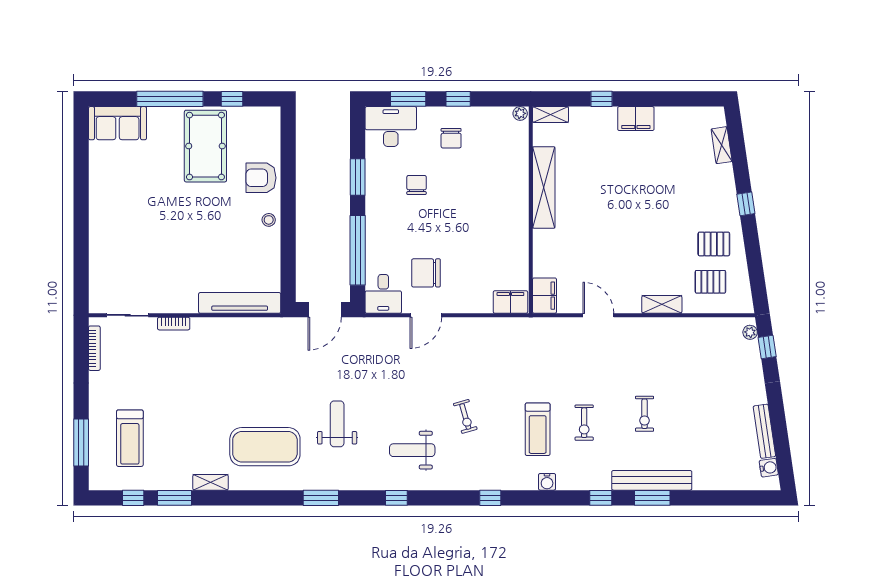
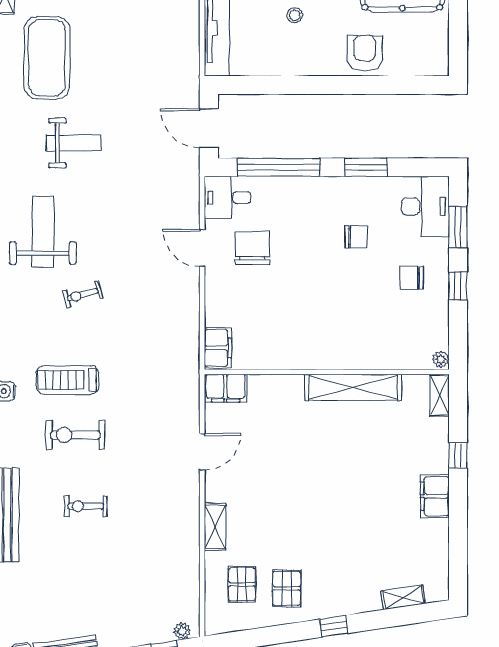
window: (232, 99) -> (458, 19), removed
stool: (269, 220) -> (295, 15), moved
exercise bike: (584, 423) -> (75, 435), width x1.38, depth x1.39
weight bench: (412, 450) -> (43, 232), width x1.36, depth x1.33

